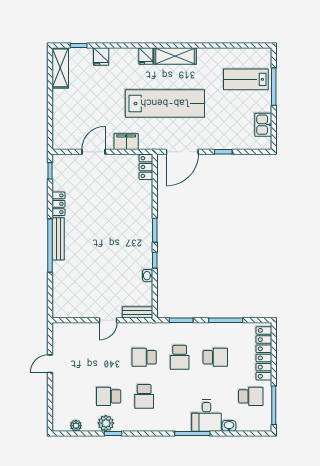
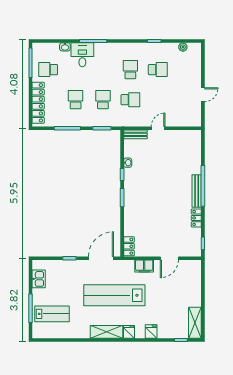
fridge: (101, 56) -> (151, 332), moved
school desk: (215, 357) -> (76, 100), turned 90
plant: (106, 423) -> (160, 49), removed

